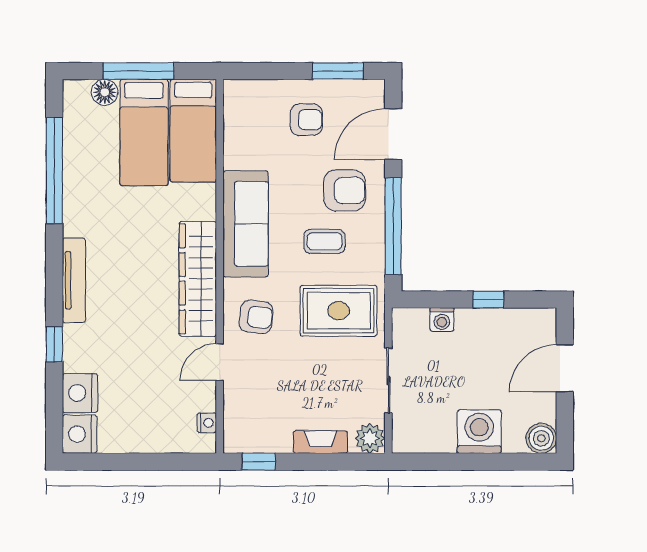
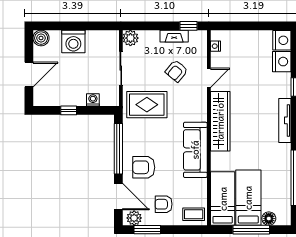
plant: (363, 93) -> (134, 218), added
door: (393, 134) -> (118, 197), hinge flipped
coffee table: (324, 241) -> (194, 214), moved
armchair: (256, 317) -> (177, 71), moved, turned -57
fireplace: (320, 442) -> (174, 36), moved

